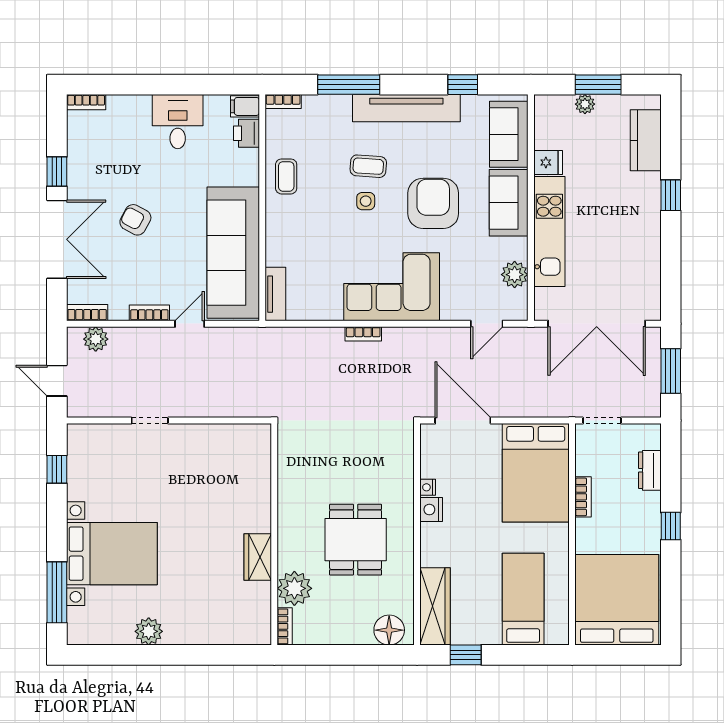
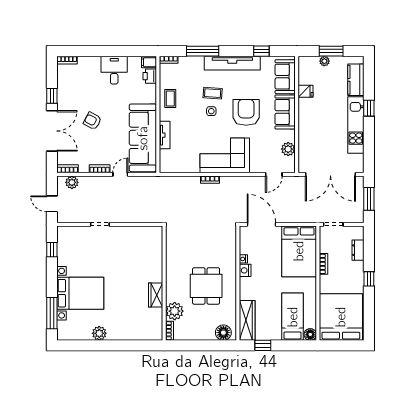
kitchen unit: (549, 231) -> (356, 125), moved, turned 180
tv unit: (275, 294) -> (165, 135), moved
floor lamp: (557, 634) -> (310, 334), added

